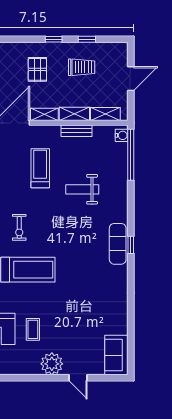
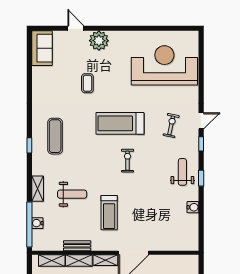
water cooler: (122, 135) -> (37, 223), moved
shelving: (121, 196) -> (38, 189), added
exercise mat: (118, 244) -> (55, 136), moved
coffee table: (33, 329) -> (87, 83), moved

